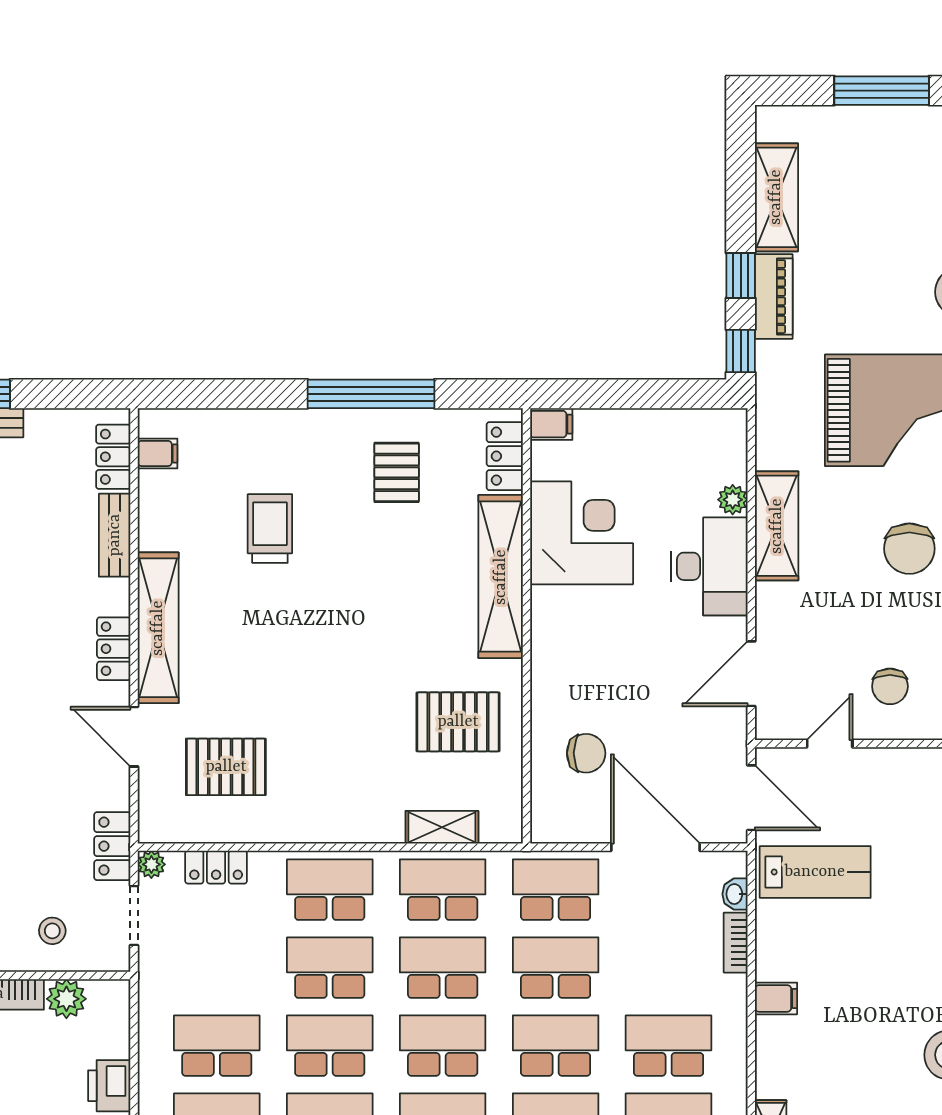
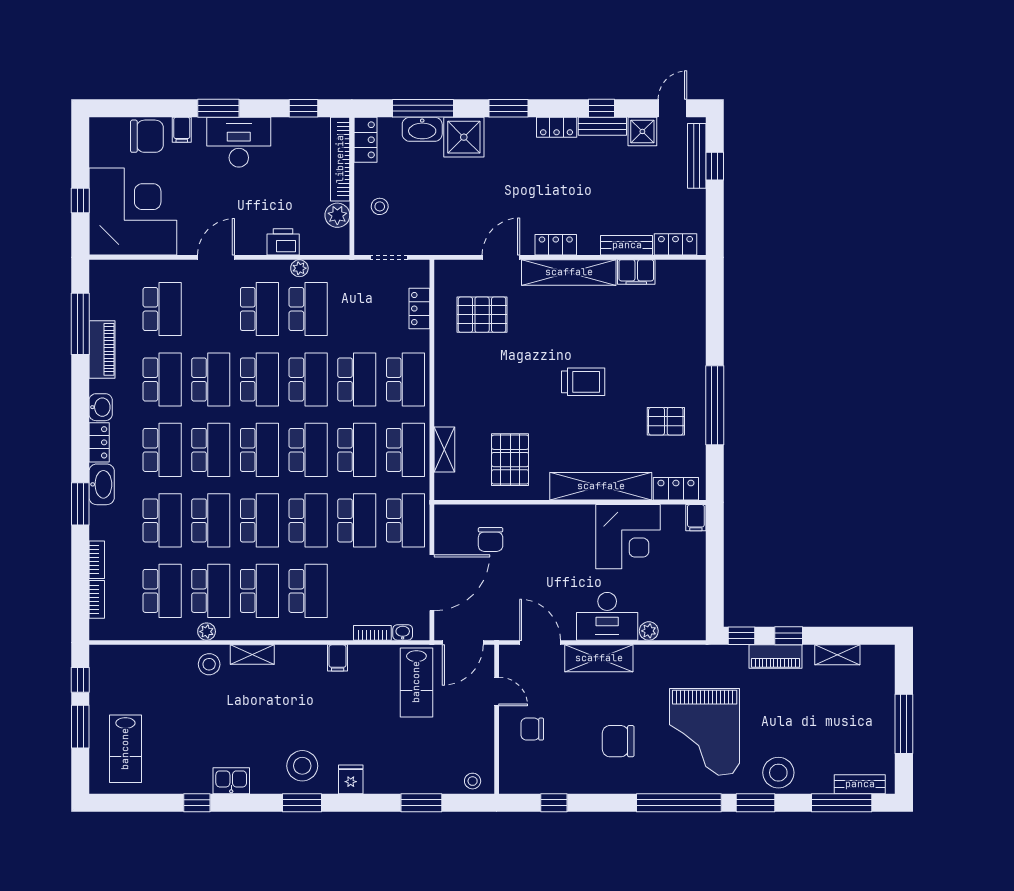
shelving: (776, 197) -> (837, 655), width x0.67, depth x0.75
filing cabinet: (158, 453) -> (636, 272), moved, width x2.00
shelving: (777, 526) -> (599, 658), moved
trolley: (270, 529) -> (583, 382), moved
pallet: (226, 767) -> (482, 315), turned 90
locker: (112, 846) -> (433, 244), removed
plant: (151, 864) -> (299, 268), moved

